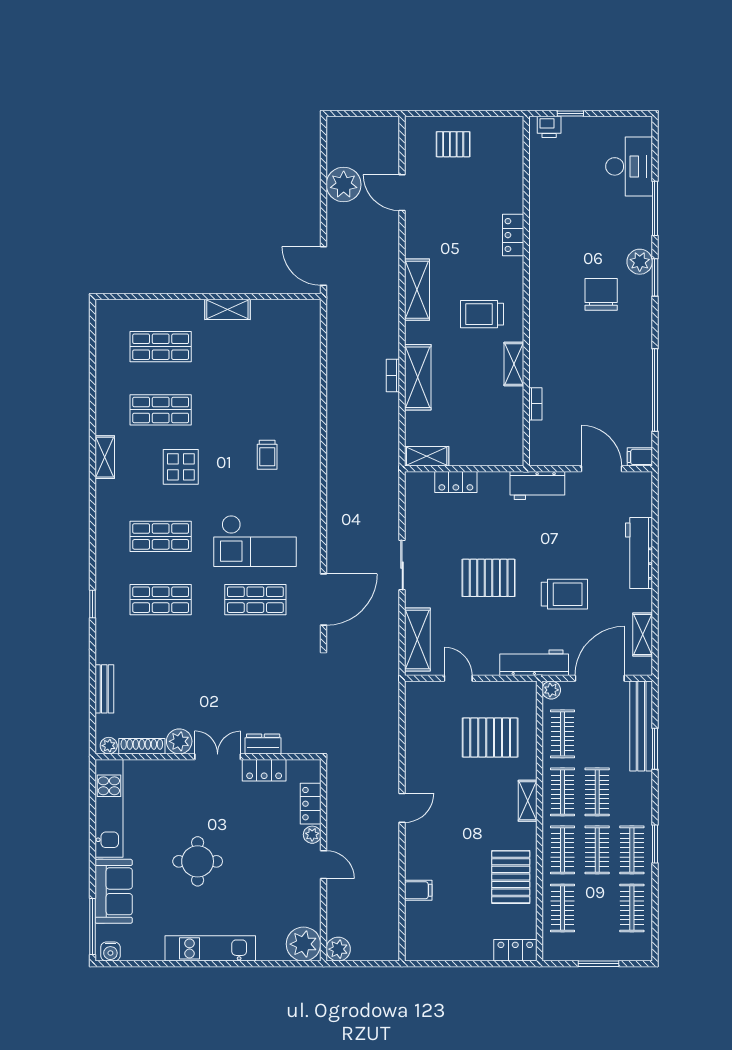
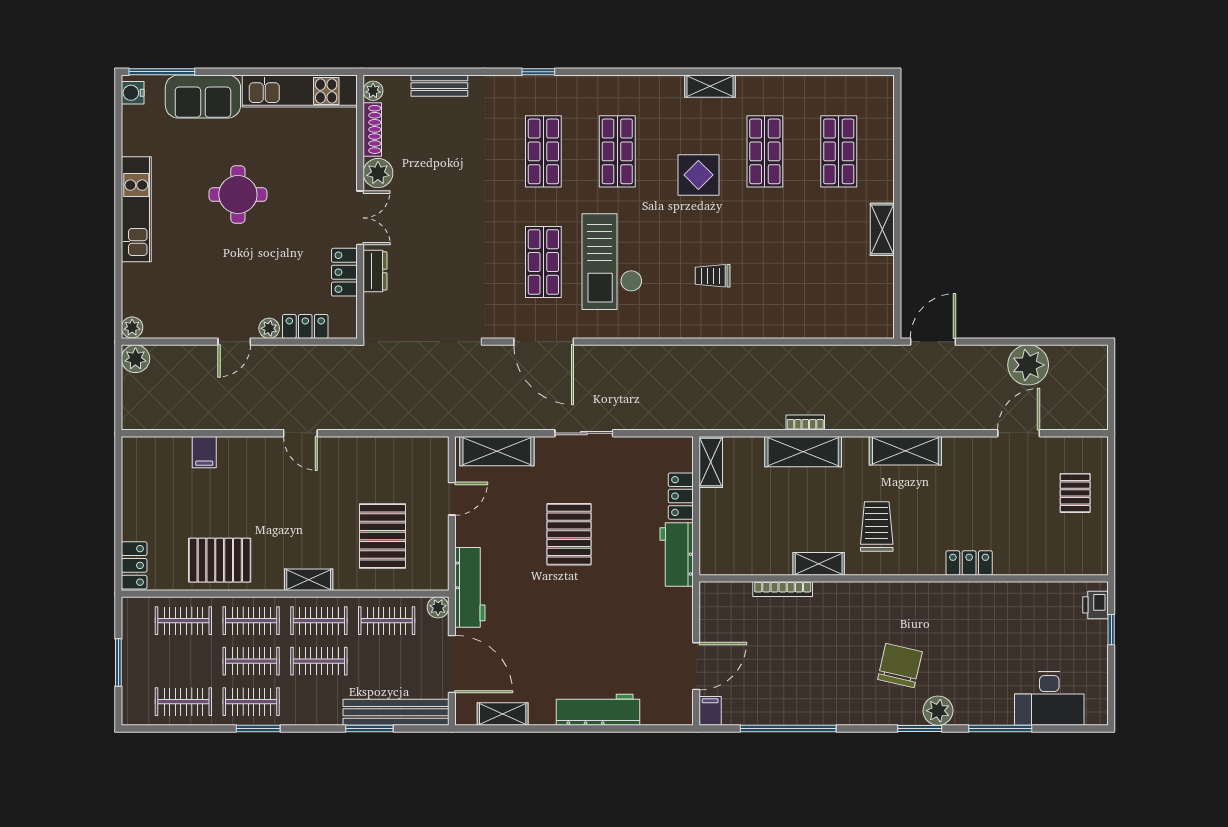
chair: (601, 294) -> (900, 666), turned -77
bookcase: (535, 404) -> (783, 589), width x1.56
workbench: (537, 486) -> (677, 555), moved
trolley: (564, 594) -> (550, 623), removed
plant: (303, 944) -> (132, 327), width x0.53, depth x0.53

